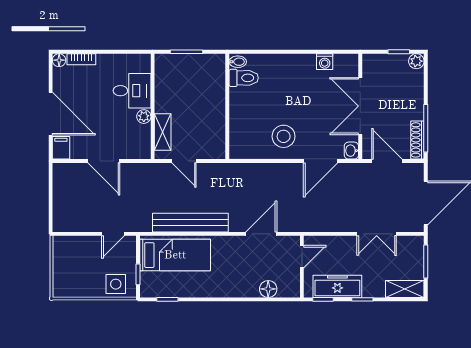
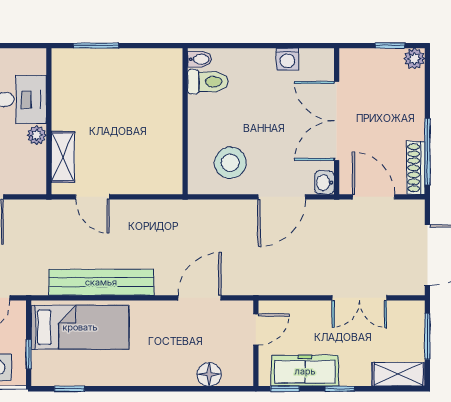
bidet: (238, 62) -> (200, 59), moved
toilet: (244, 78) -> (208, 82), moved
wall: (227, 106) -> (185, 121), moved

